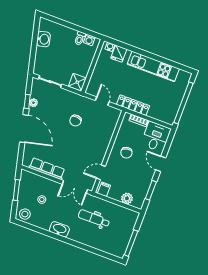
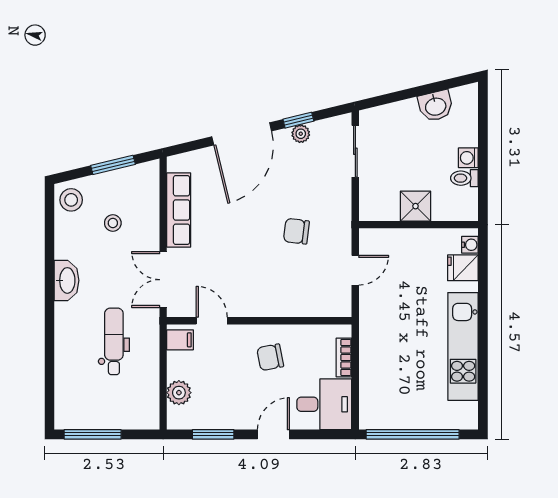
washing machine: (89, 40) -> (468, 158), moved
shower: (77, 82) -> (415, 206), moved
locker: (133, 105) -> (370, 335), removed

